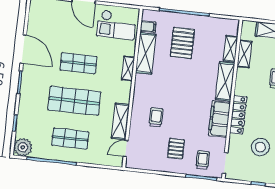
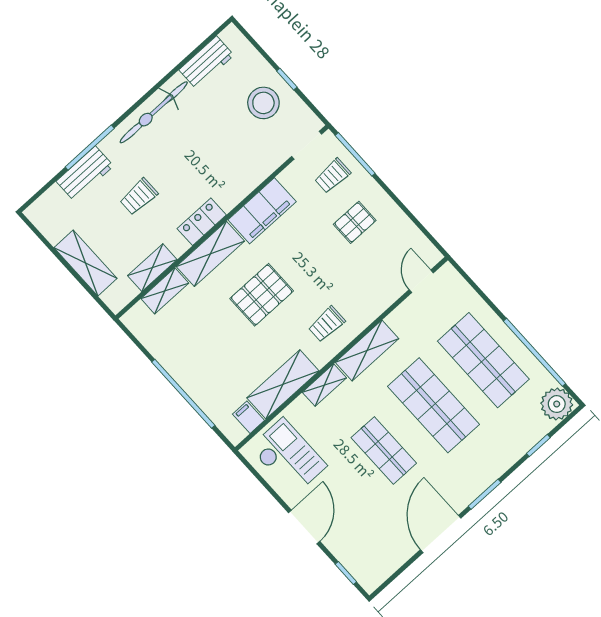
pallet: (182, 43) -> (262, 295), moved
locker: (238, 115) -> (202, 222), moved, width x0.66
trolley: (156, 117) -> (327, 324), moved
shelving: (120, 121) -> (367, 351), moved
shop shelf: (70, 138) -> (483, 360), width x1.43, depth x1.36
stool: (260, 147) -> (263, 103), moved
door: (126, 149) -> (421, 281), swing flipped

